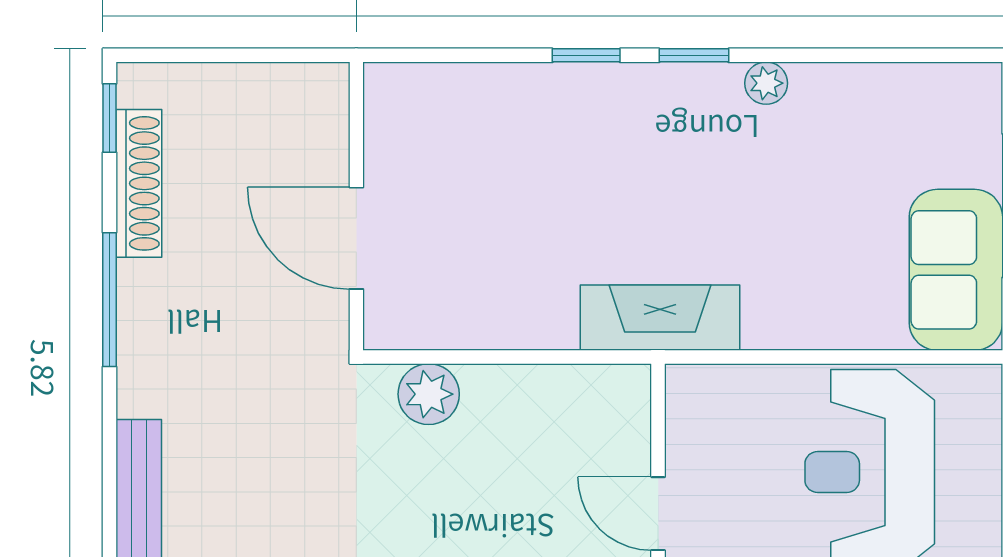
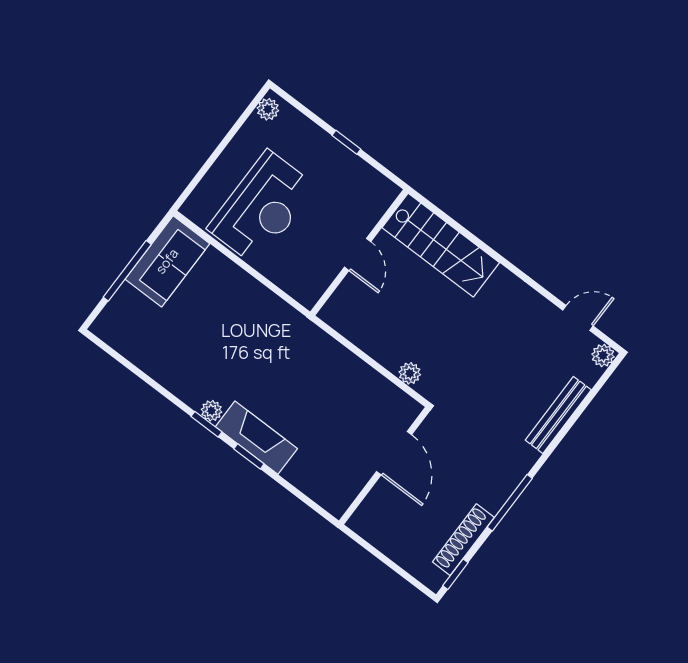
plant: (766, 83) -> (211, 411), moved
fireplace: (660, 318) -> (256, 438), moved, turned 180
plant: (429, 394) -> (410, 373), width x0.73, depth x0.73

